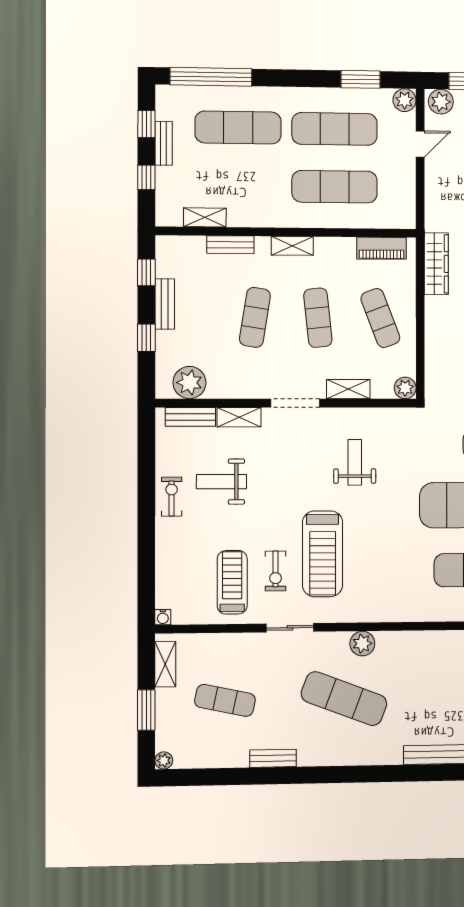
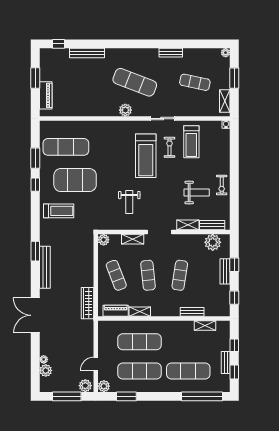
shelving: (292, 246) -> (140, 312), moved
bench: (165, 304) -> (225, 271), moved
treadmill: (323, 554) -> (146, 156), turned 180

